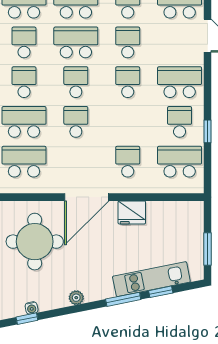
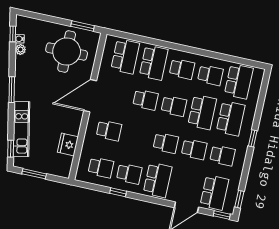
school desk: (180, 162) -> (101, 167), width x0.54
door: (87, 197) -> (90, 96), hinge flipped
fridge: (132, 212) -> (68, 144), moved
window: (161, 292) -> (11, 149), moved
plant: (76, 298) -> (20, 50), moved
window: (123, 299) -> (12, 90), moved

